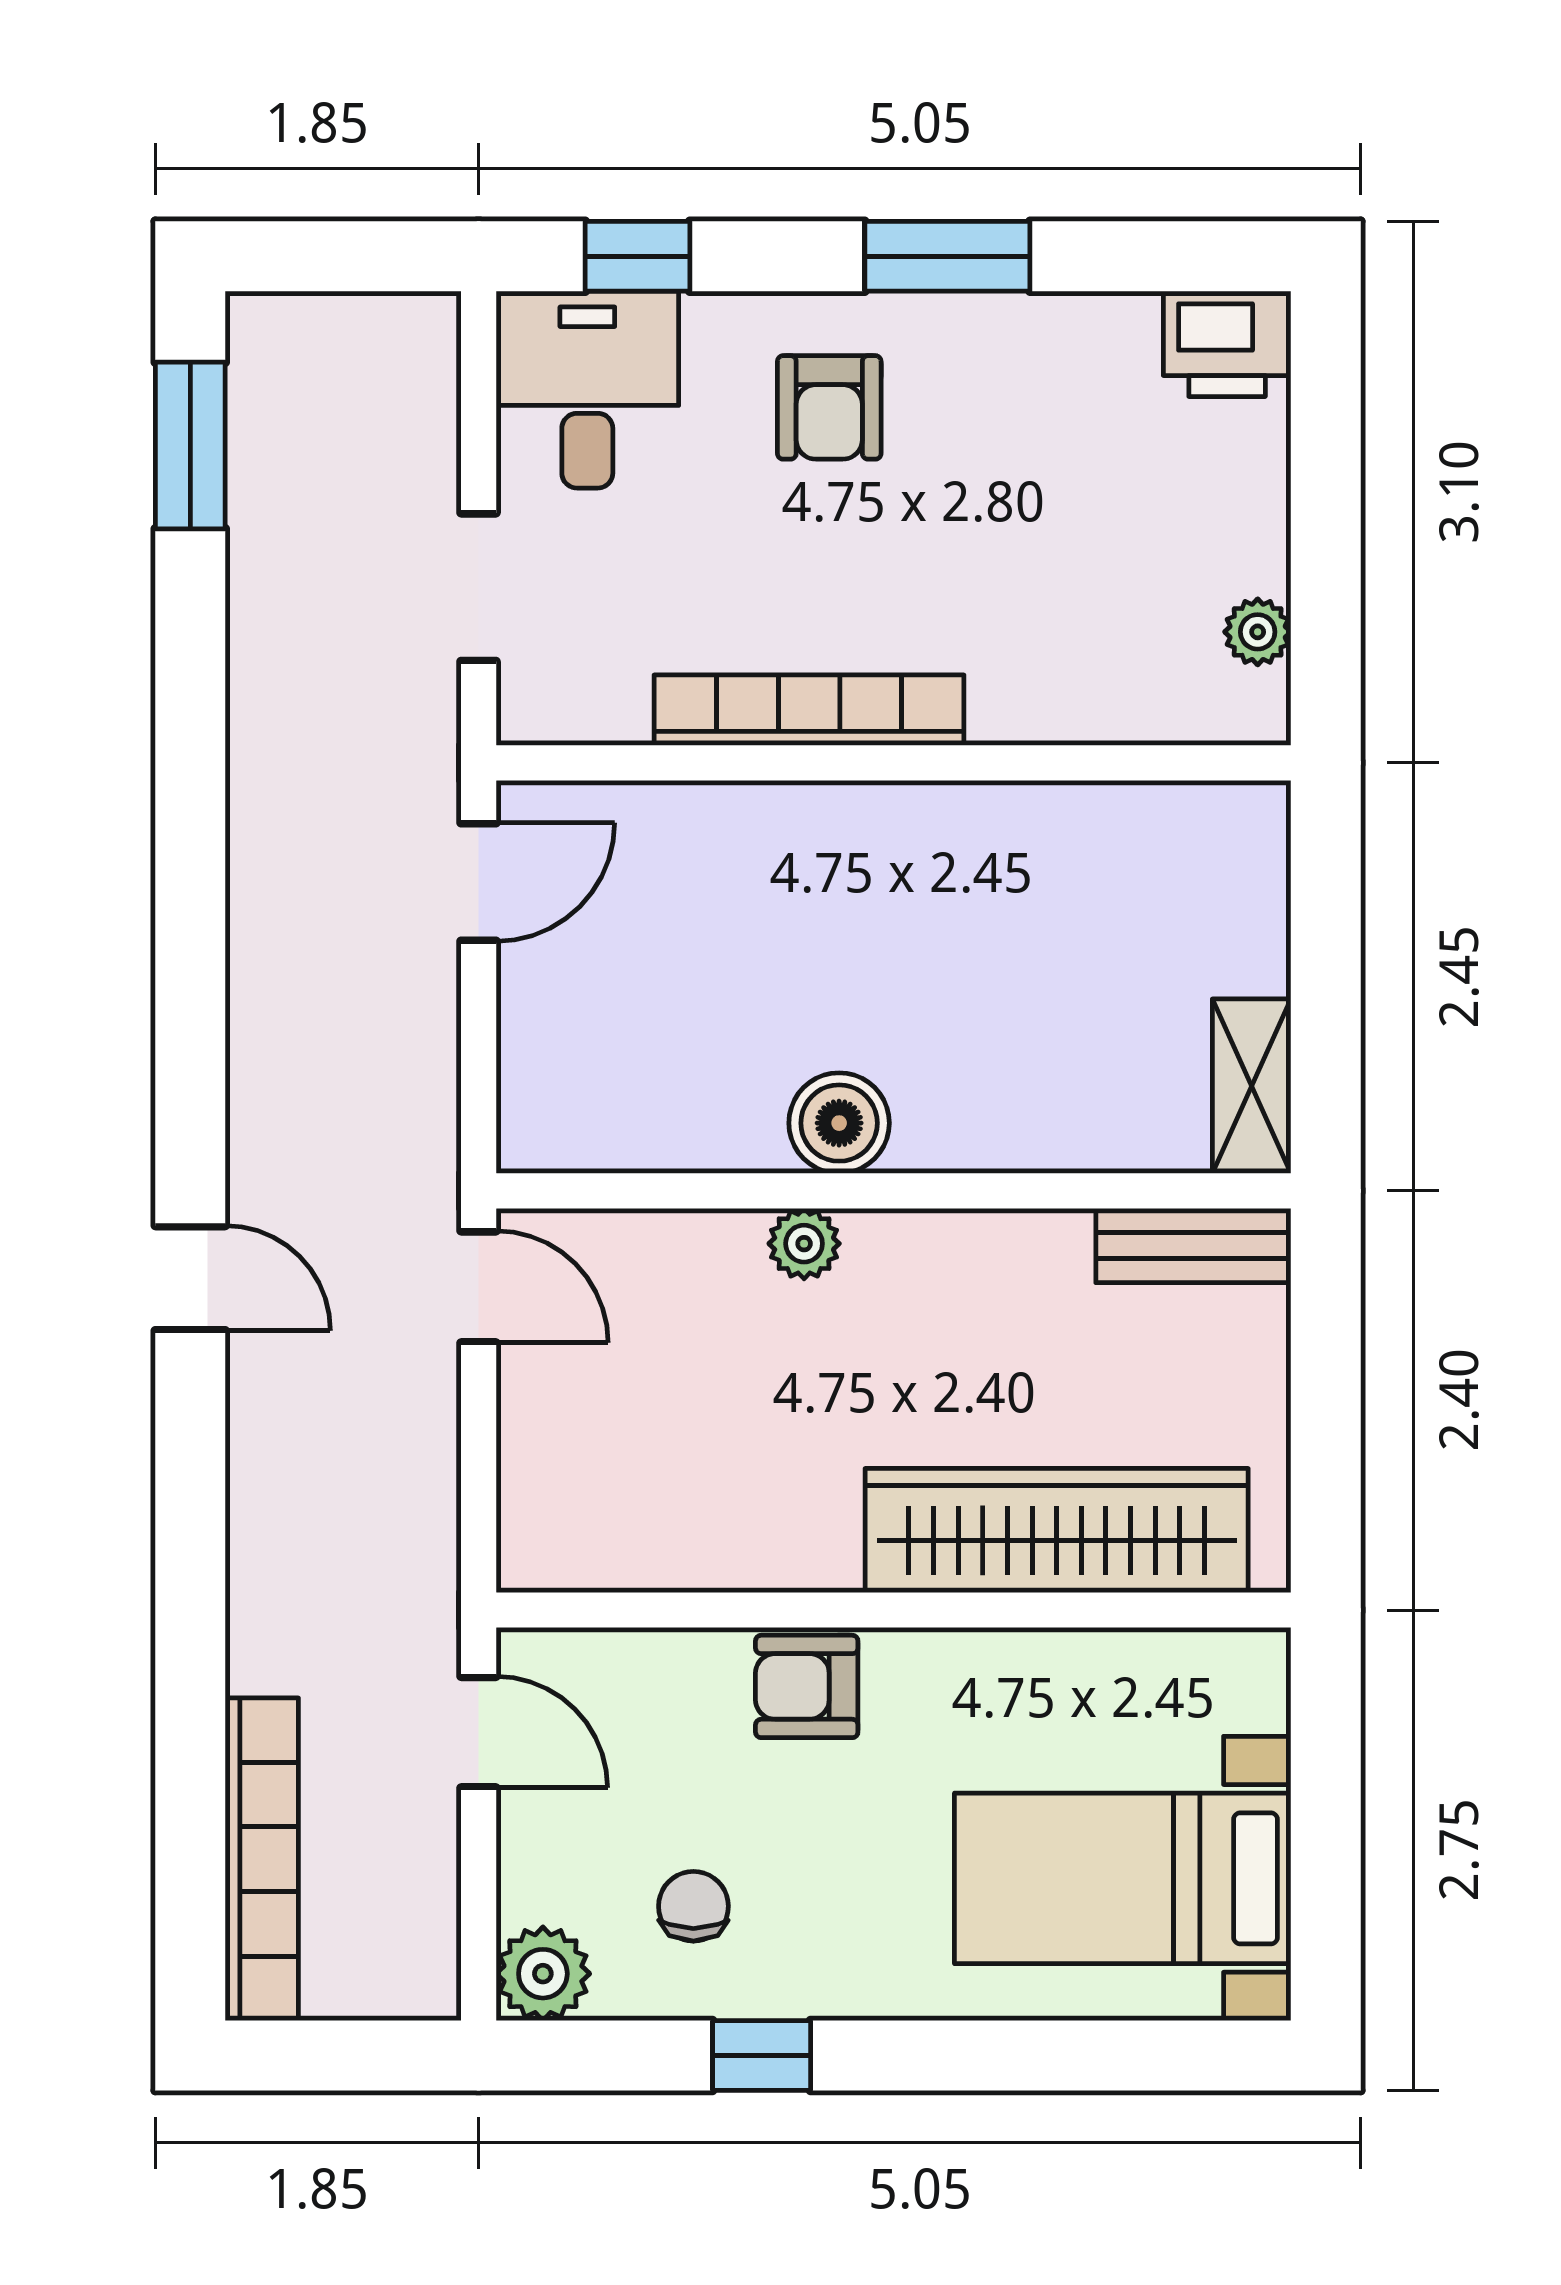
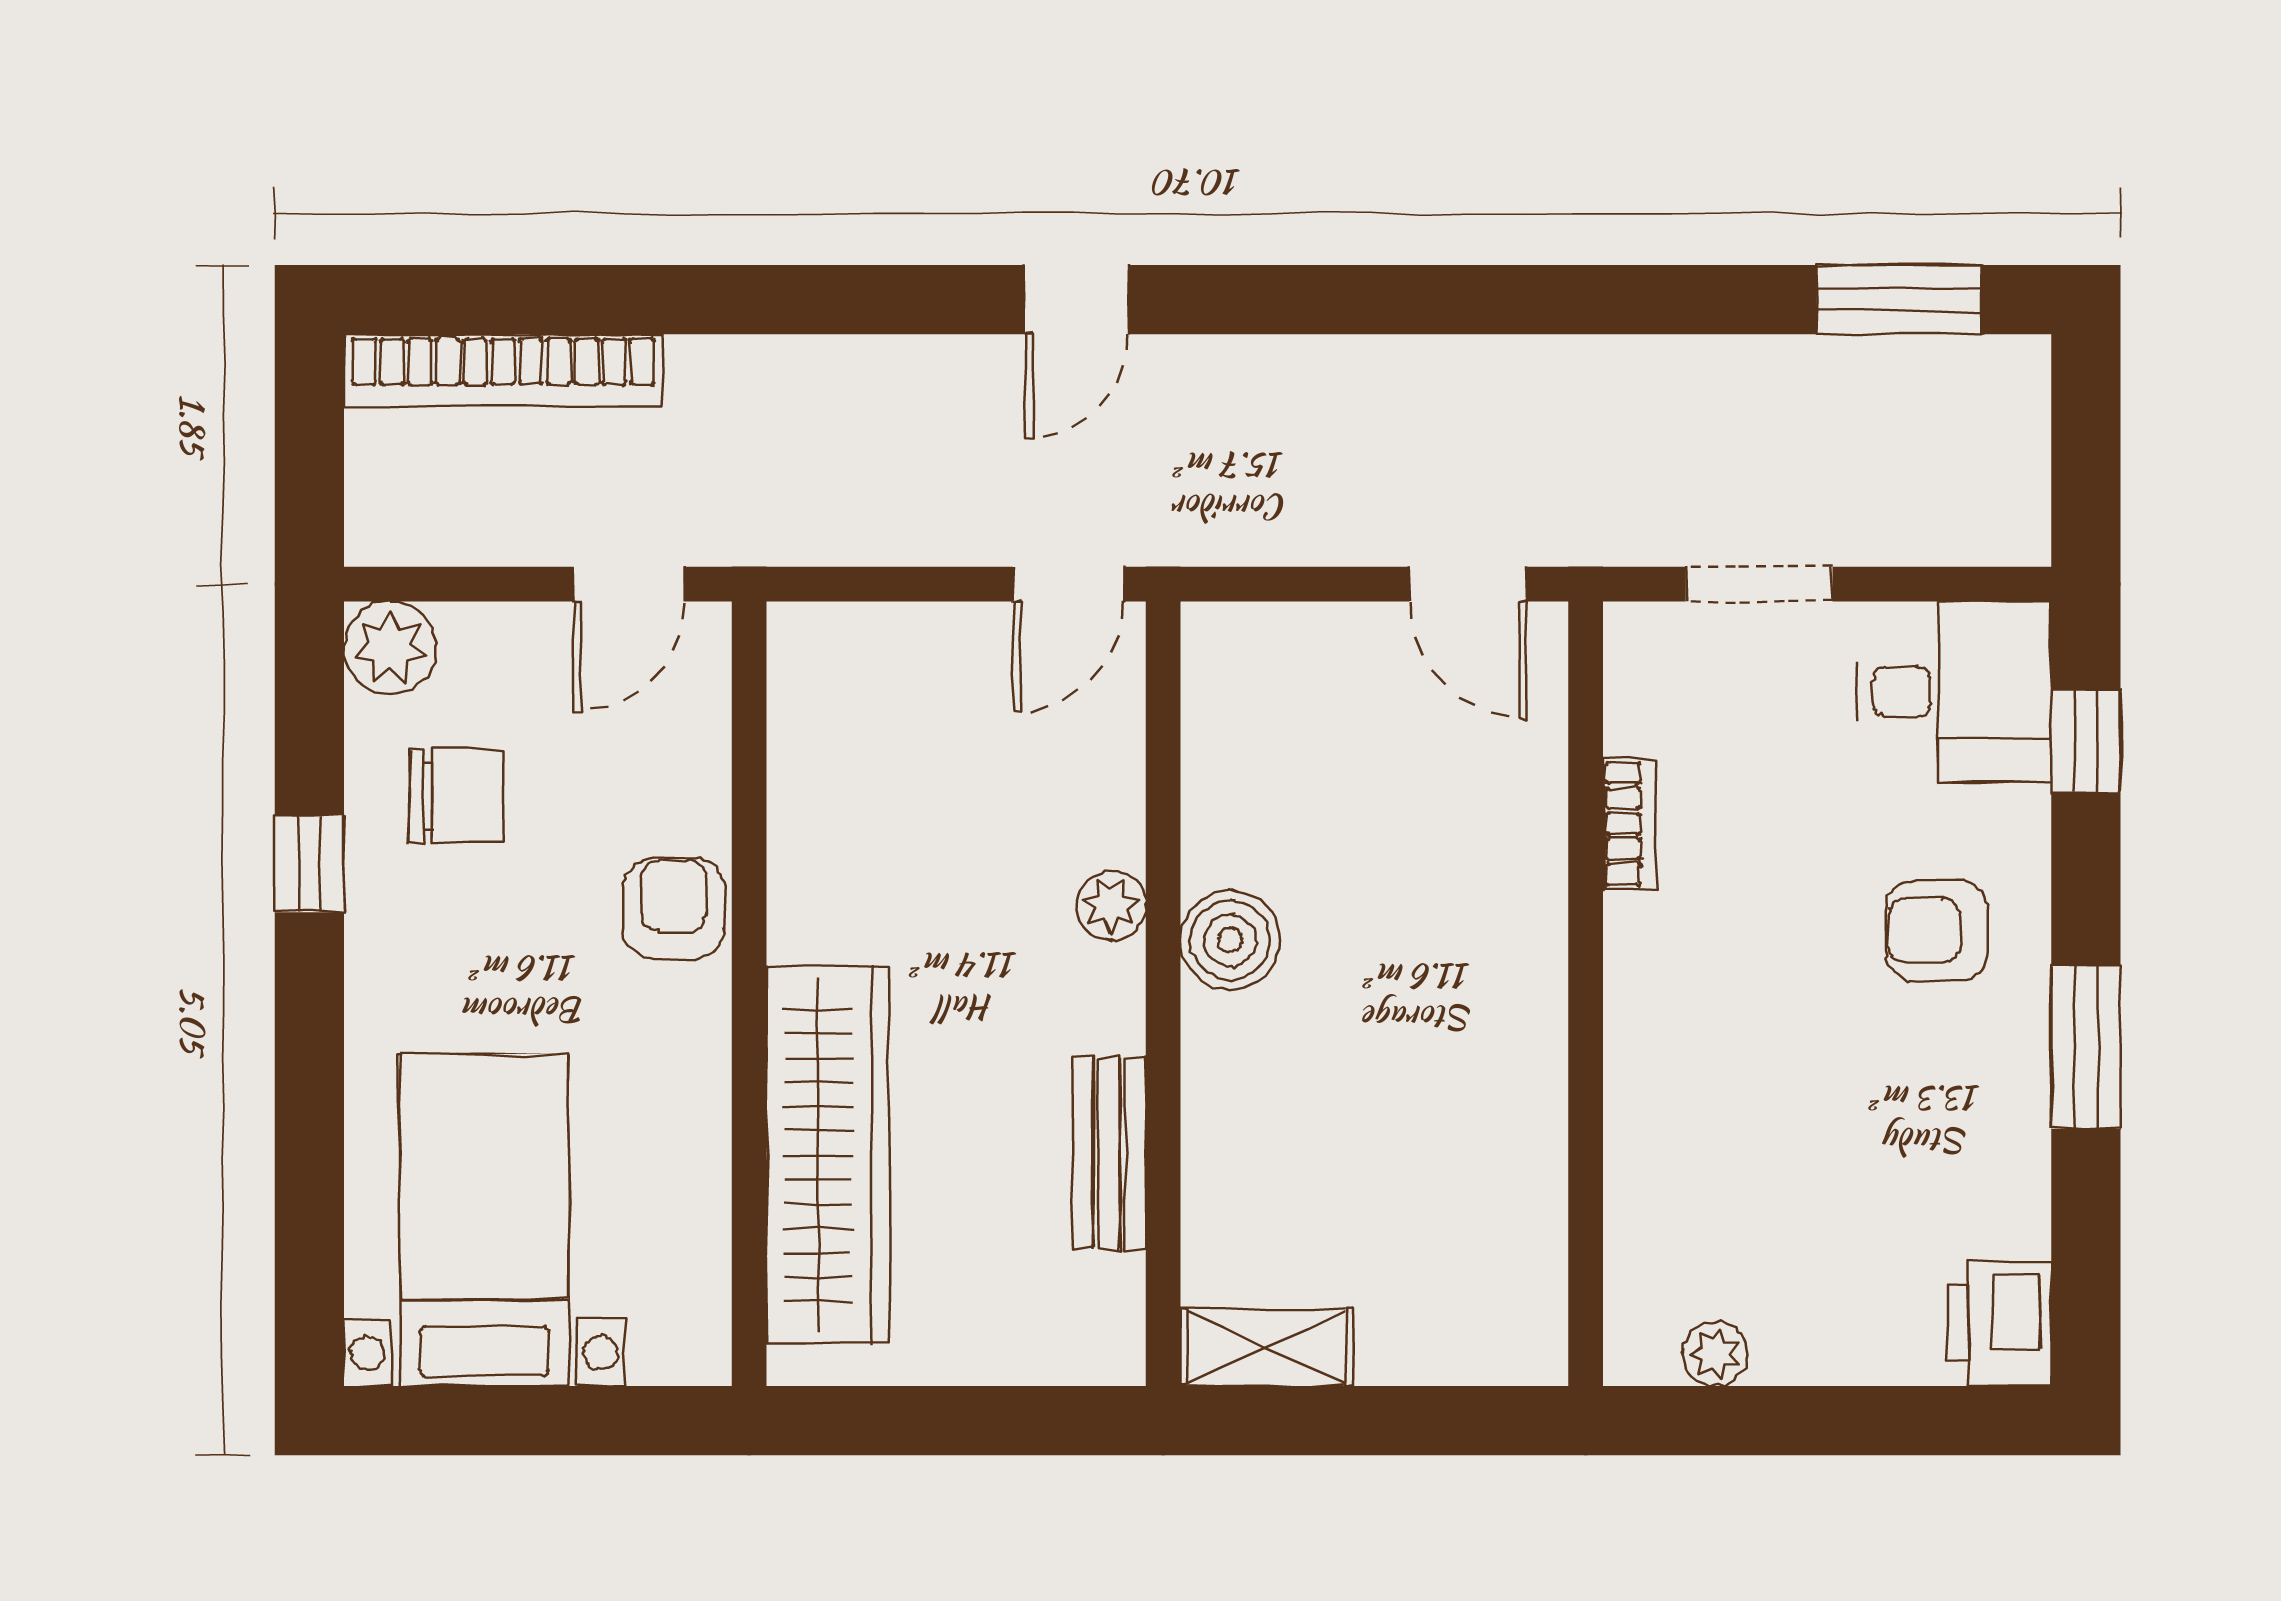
bookcase: (809, 710) -> (1629, 824), width x0.43, depth x0.76
bench: (1193, 1245) -> (1109, 1153), moved
chair: (693, 1906) -> (457, 796), width x1.37, depth x1.37

